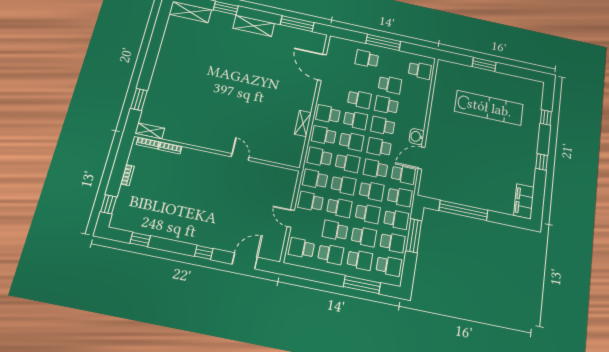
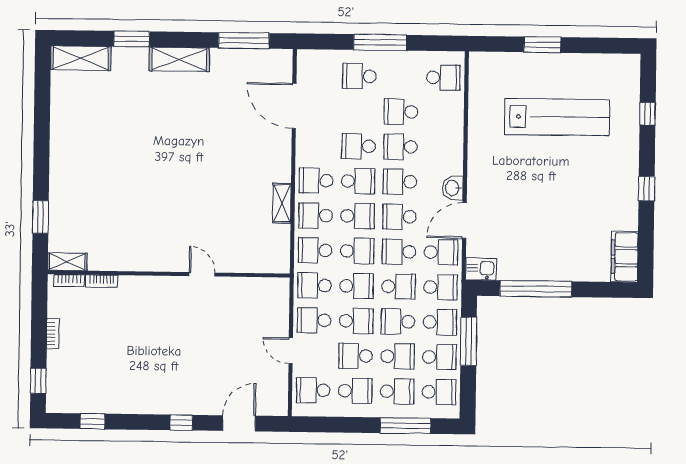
school desk: (390, 85) -> (401, 112), turned 180
school desk: (359, 99) -> (359, 146), turned 180
kitchen sink: (428, 191) -> (481, 269), added
school desk: (368, 213) -> (398, 321), turned 180

